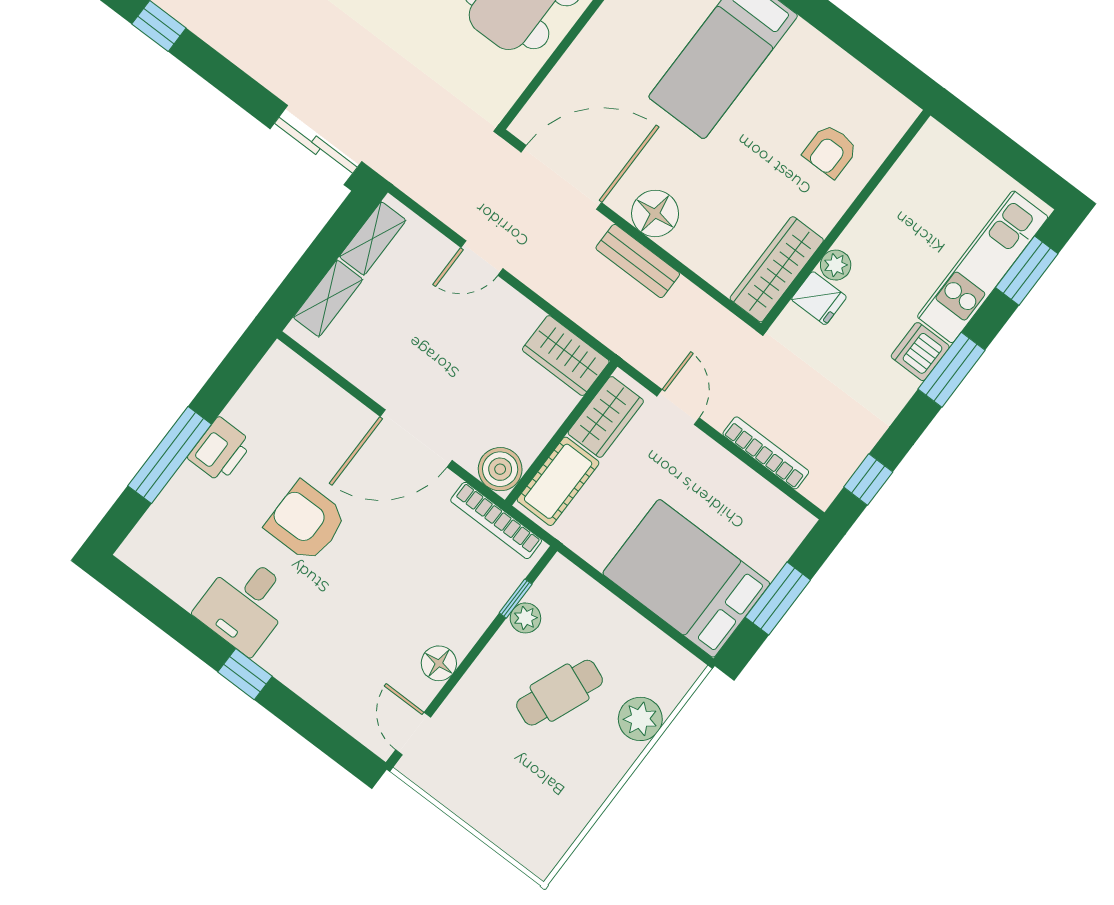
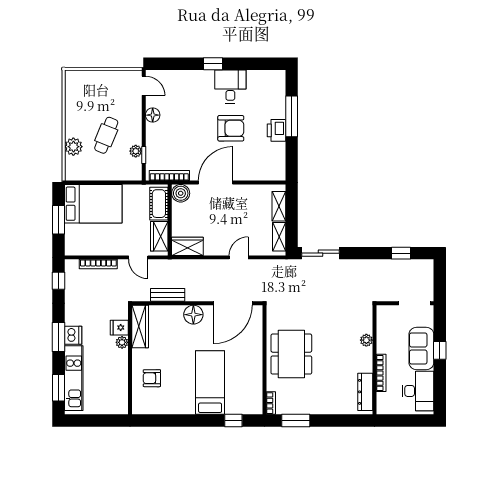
armchair: (830, 151) -> (152, 378), turned -90
bench: (638, 261) -> (168, 295), moved

